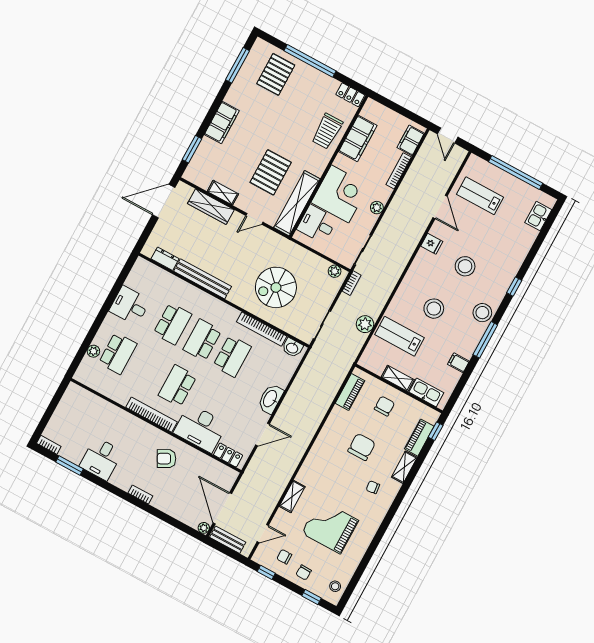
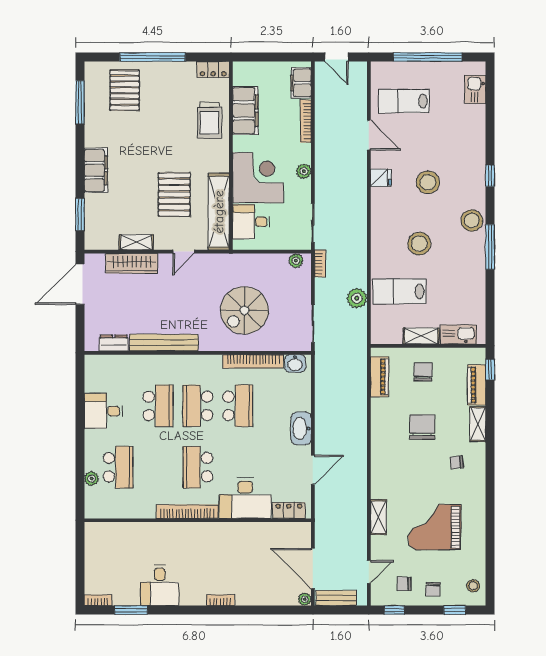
filing cabinet: (458, 363) -> (475, 286), removed
armchair: (166, 459) -> (227, 549), removed

